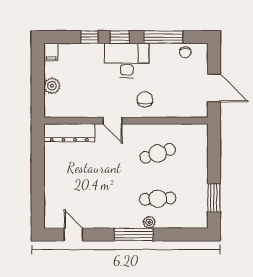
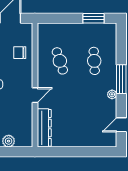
chair: (145, 99) -> (20, 53), moved
plant: (149, 222) -> (112, 94), moved

